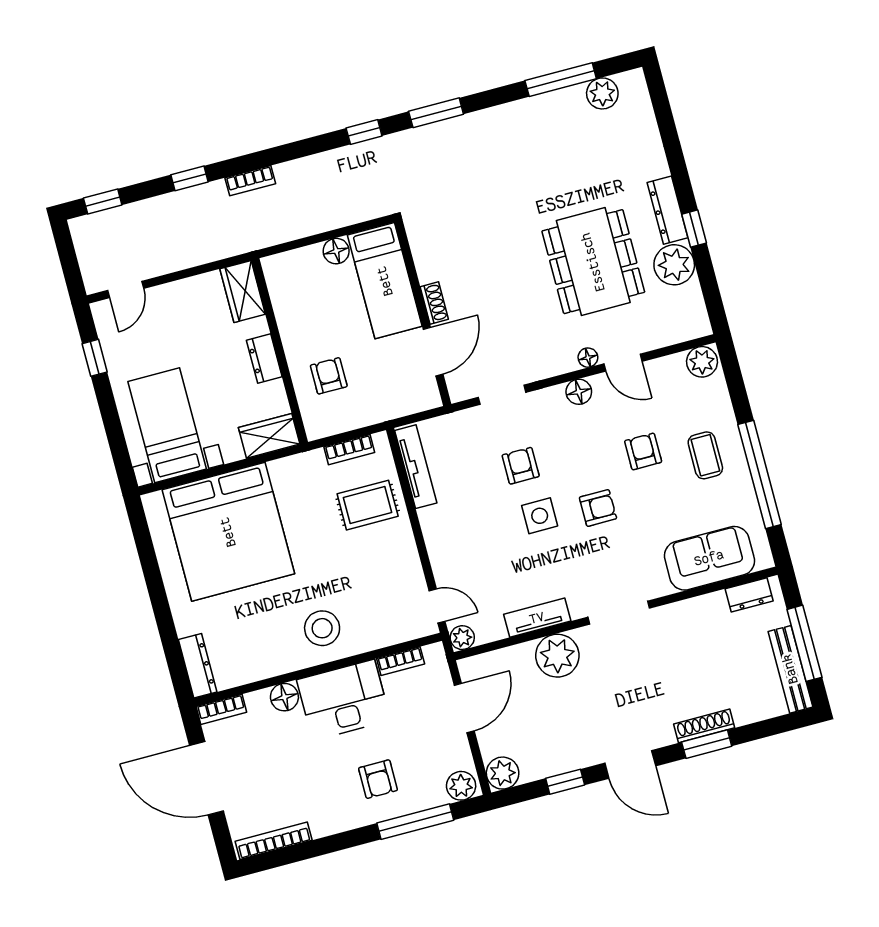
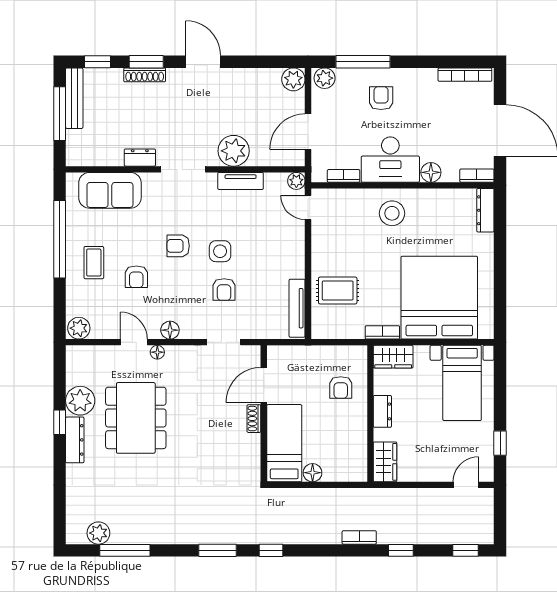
bookcase: (349, 450) -> (382, 332), moved
dresser: (749, 595) -> (140, 158), moved
window: (565, 782) -> (97, 62), moved

